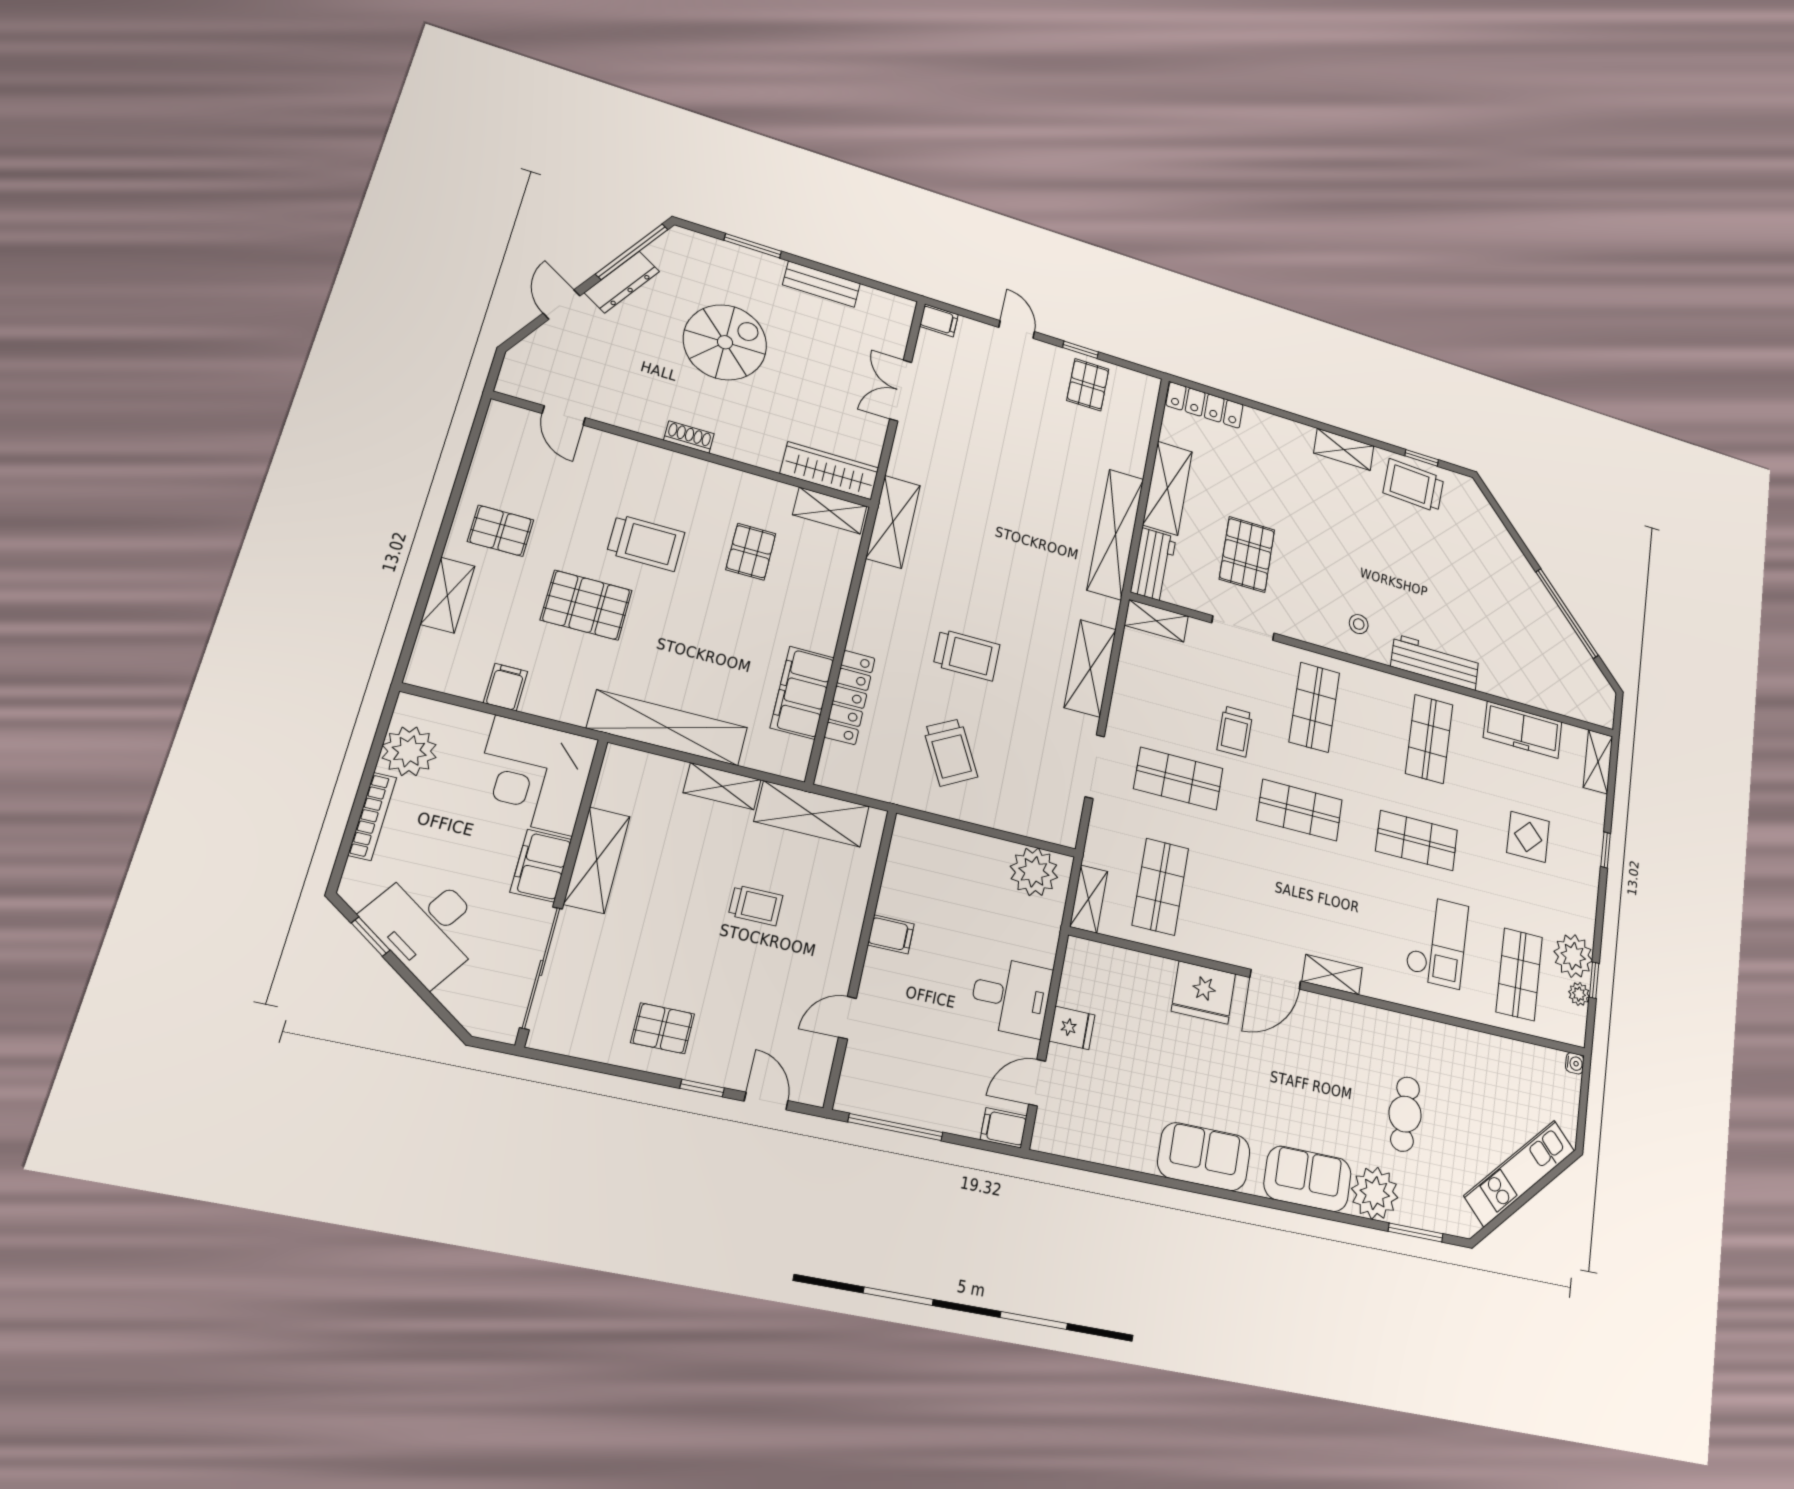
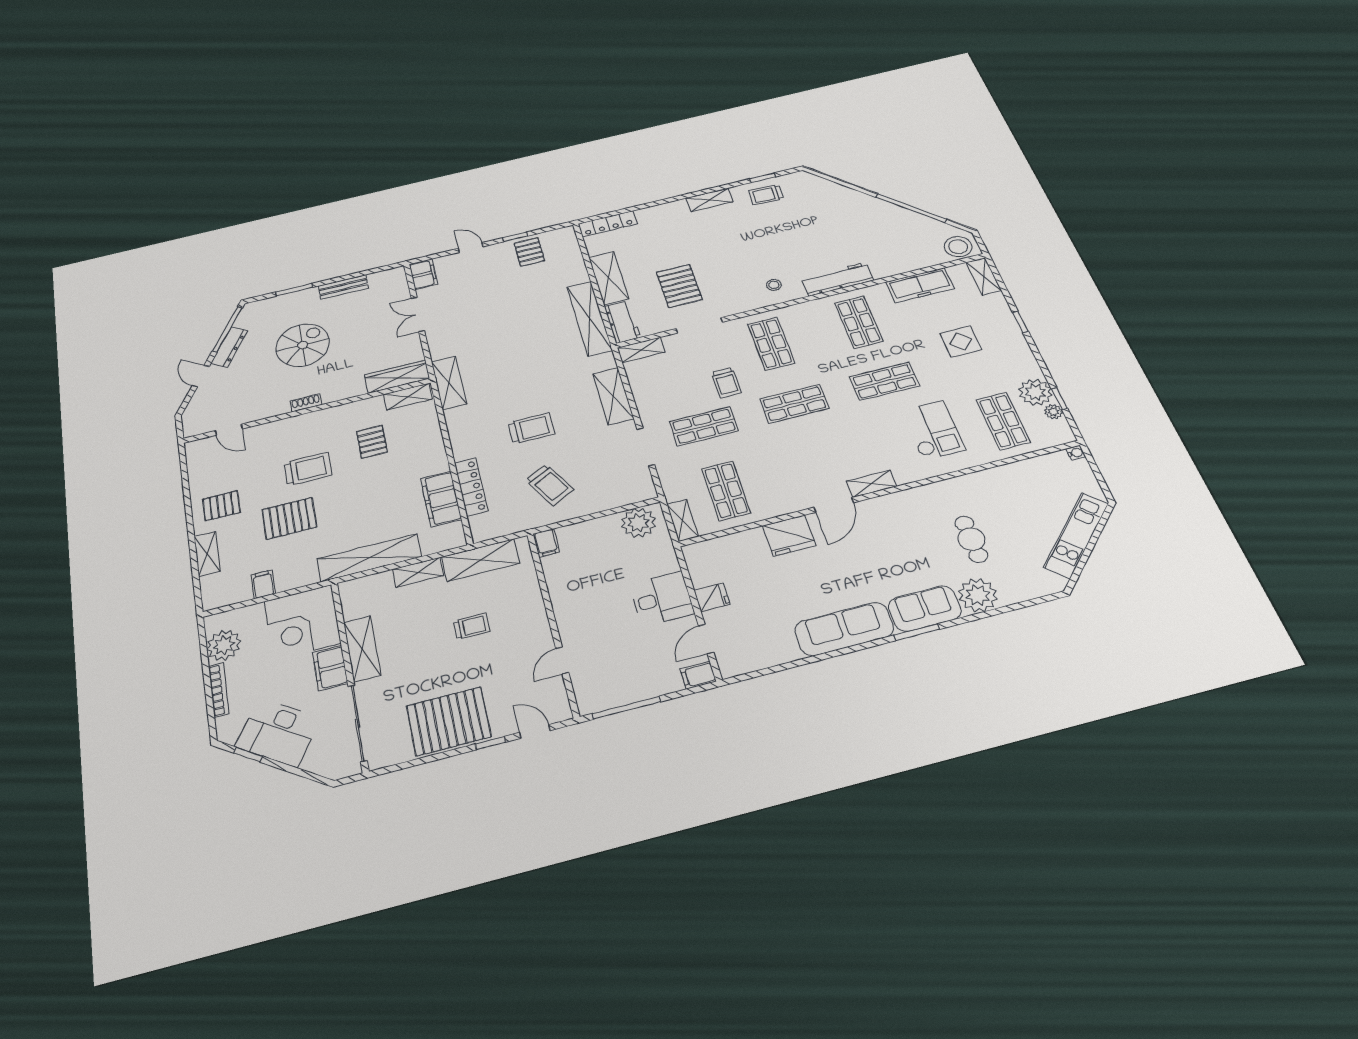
filing cabinet: (939, 320) -> (423, 274), width x2.00
trolley: (1413, 486) -> (766, 195), width x0.73, depth x0.72
stool: (1591, 702) -> (958, 247), added
filing cabinet: (891, 934) -> (546, 543), moved, turned 90
pallet: (663, 1028) -> (449, 721), width x2.05, depth x2.00
sofa: (1204, 1157) -> (844, 629), width x1.36
window: (1416, 1232) -> (917, 632), moved

